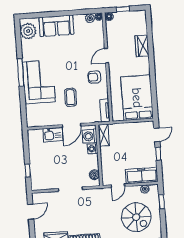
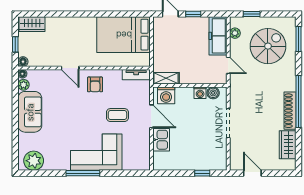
sofa: (56, 26) -> (30, 112), moved
wardrobe: (142, 46) -> (32, 24), moved
washing machine: (93, 149) -> (200, 93), moved

